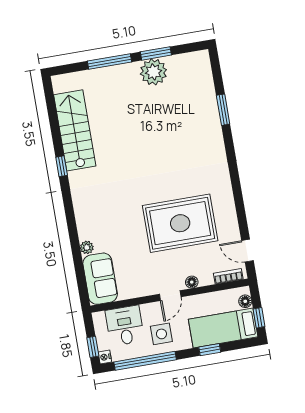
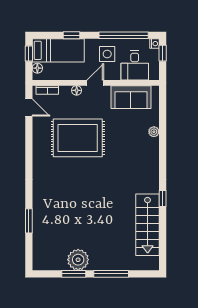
sofa: (100, 279) -> (131, 97), moved, turned -90

